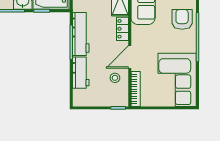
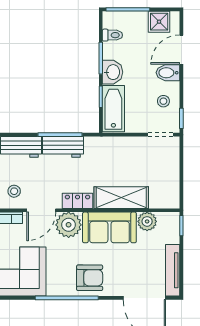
workbench: (81, 34) -> (63, 147), width x0.73
plant: (141, 36) -> (69, 225), added
door: (130, 57) -> (41, 210), swing flipped

